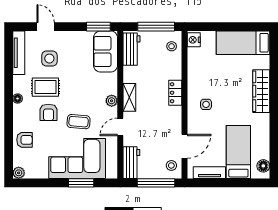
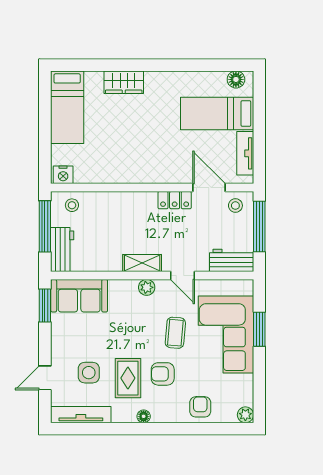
workbench: (131, 49) -> (62, 250), moved, turned 90
wardrobe: (261, 91) -> (124, 82), width x0.67
locker: (175, 93) -> (175, 200), moved
side table: (206, 104) -> (152, 158), removed
armchair: (48, 112) -> (163, 374), turned 180

